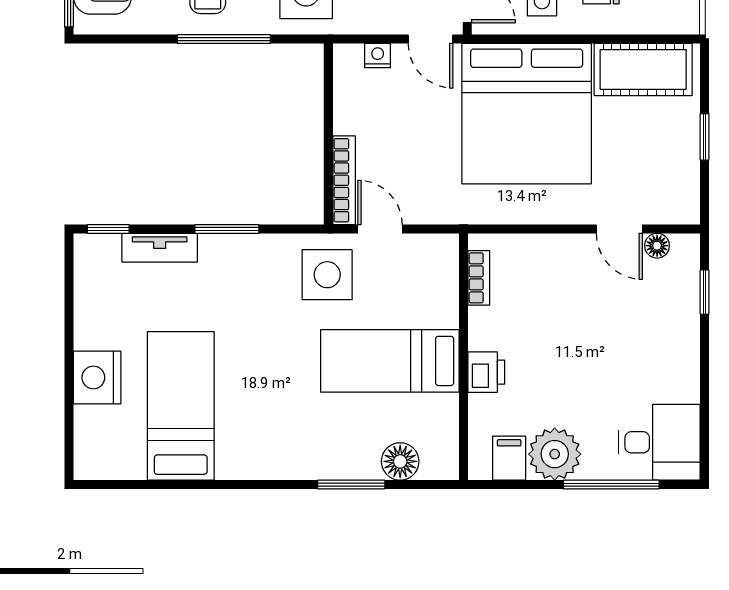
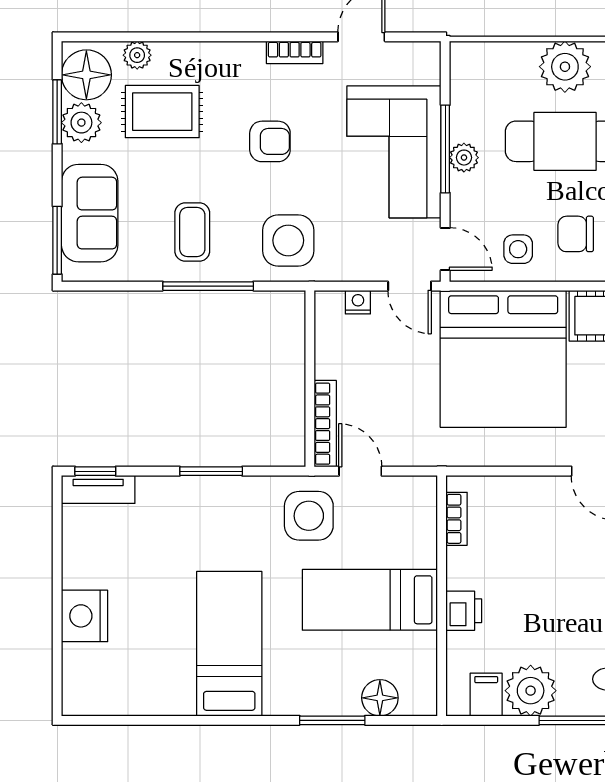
tv unit: (160, 248) -> (98, 489), moved
bed: (181, 406) -> (229, 644), moved

